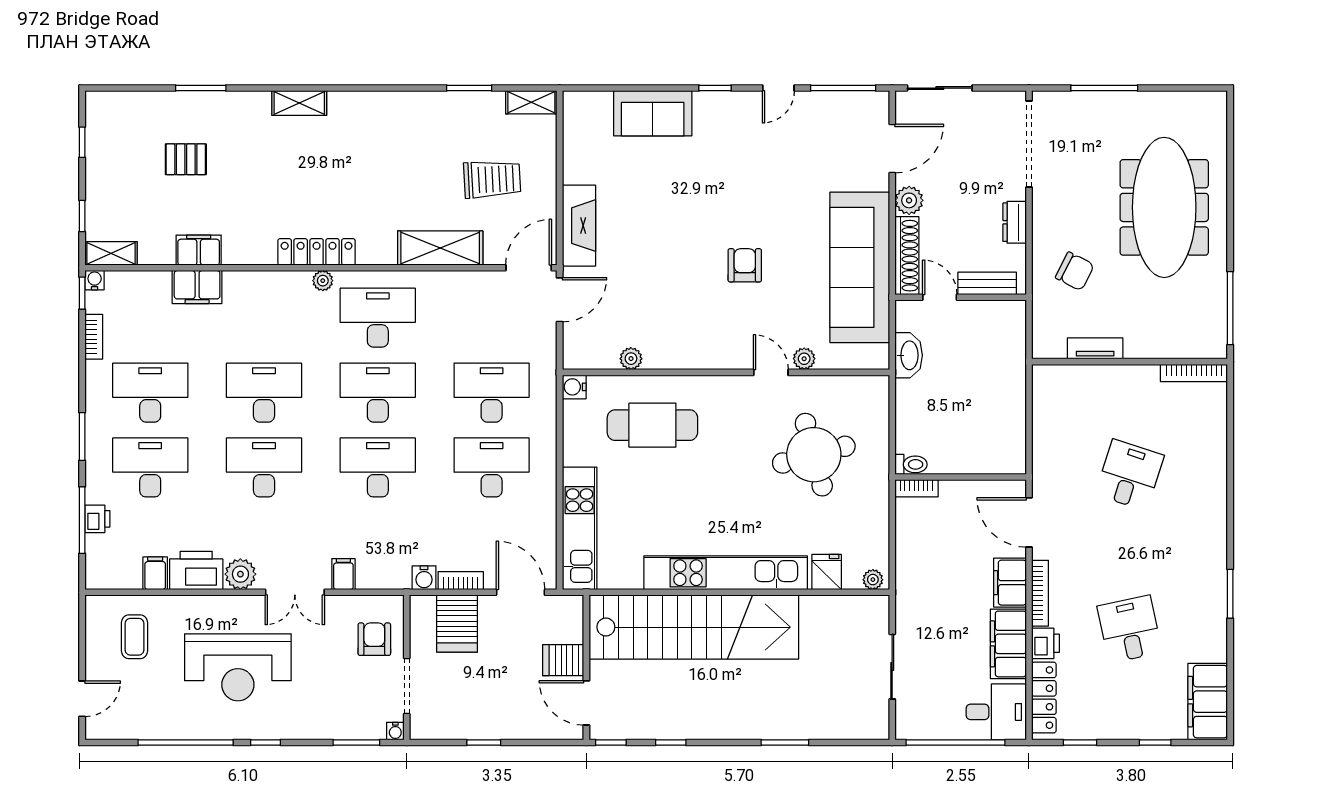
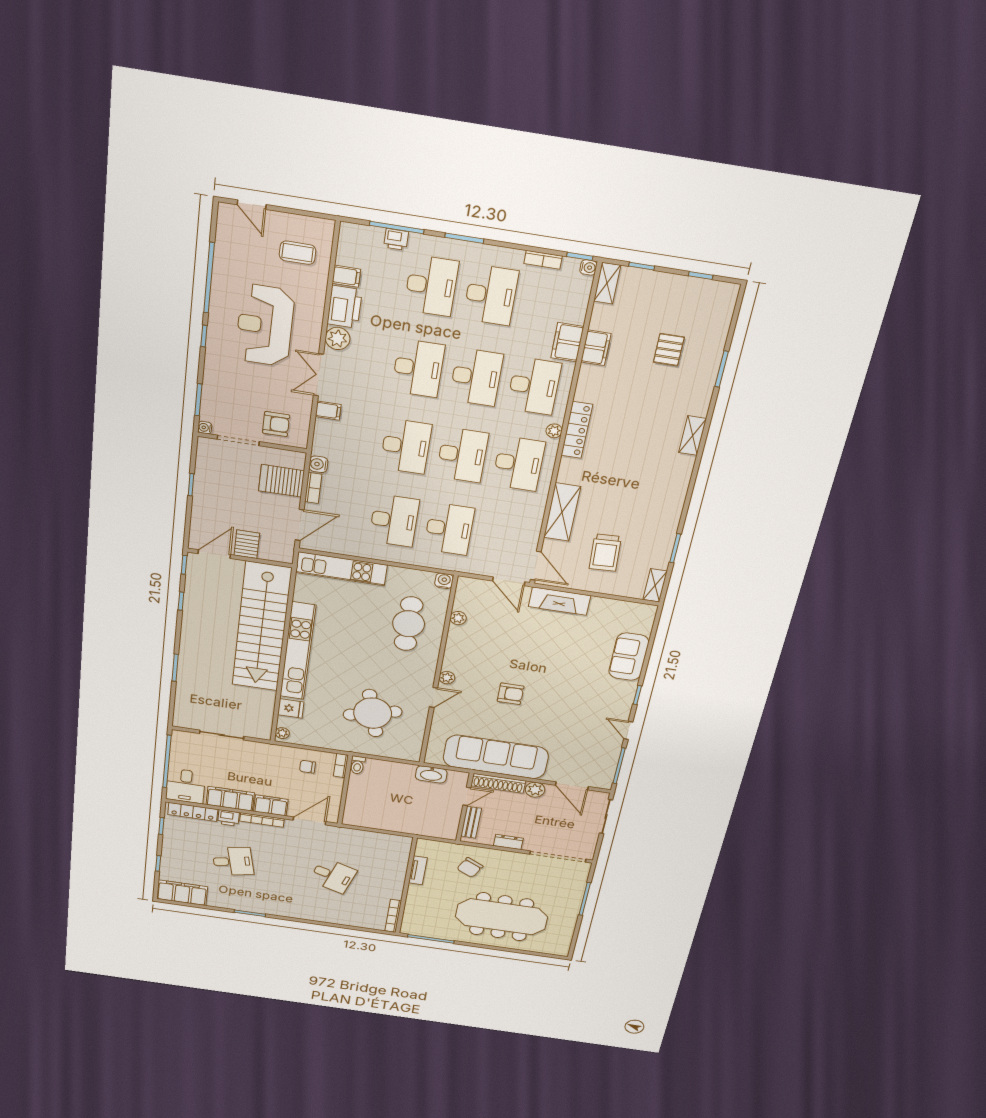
desk: (264, 318) -> (534, 386), added
plant: (804, 359) -> (447, 678), moved
chair: (927, 537) -> (308, 767), added

